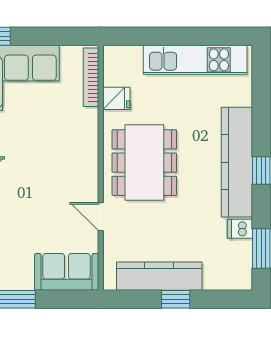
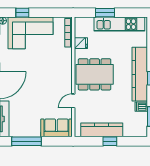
window: (166, 36) -> (105, 13), added
dining table: (144, 163) -> (95, 74), turned 90
door: (101, 217) -> (73, 101), hinge flipped

